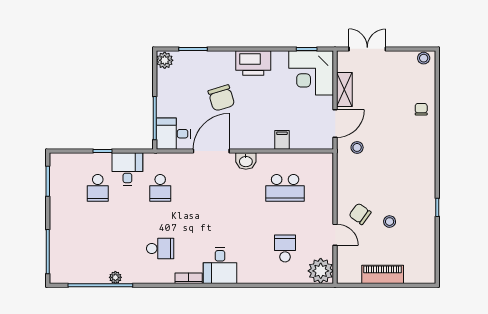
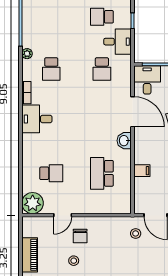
school desk: (160, 188) -> (102, 69), turned -90
chair: (360, 214) -> (80, 236), turned 144
plant: (115, 277) -> (27, 54), moved

